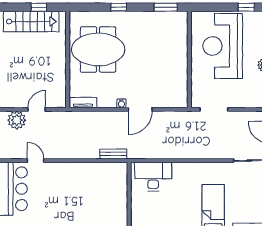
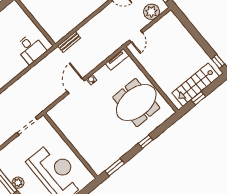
door: (37, 109) -> (136, 36), moved
desk: (153, 177) -> (31, 49), width x0.73

